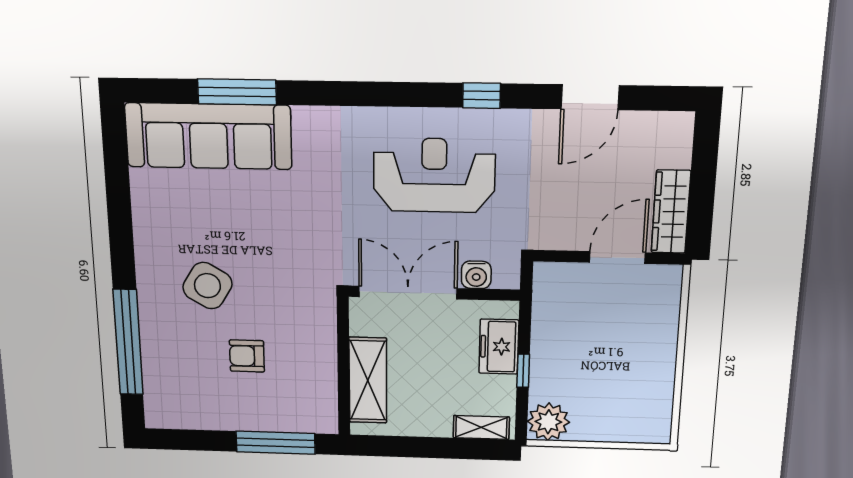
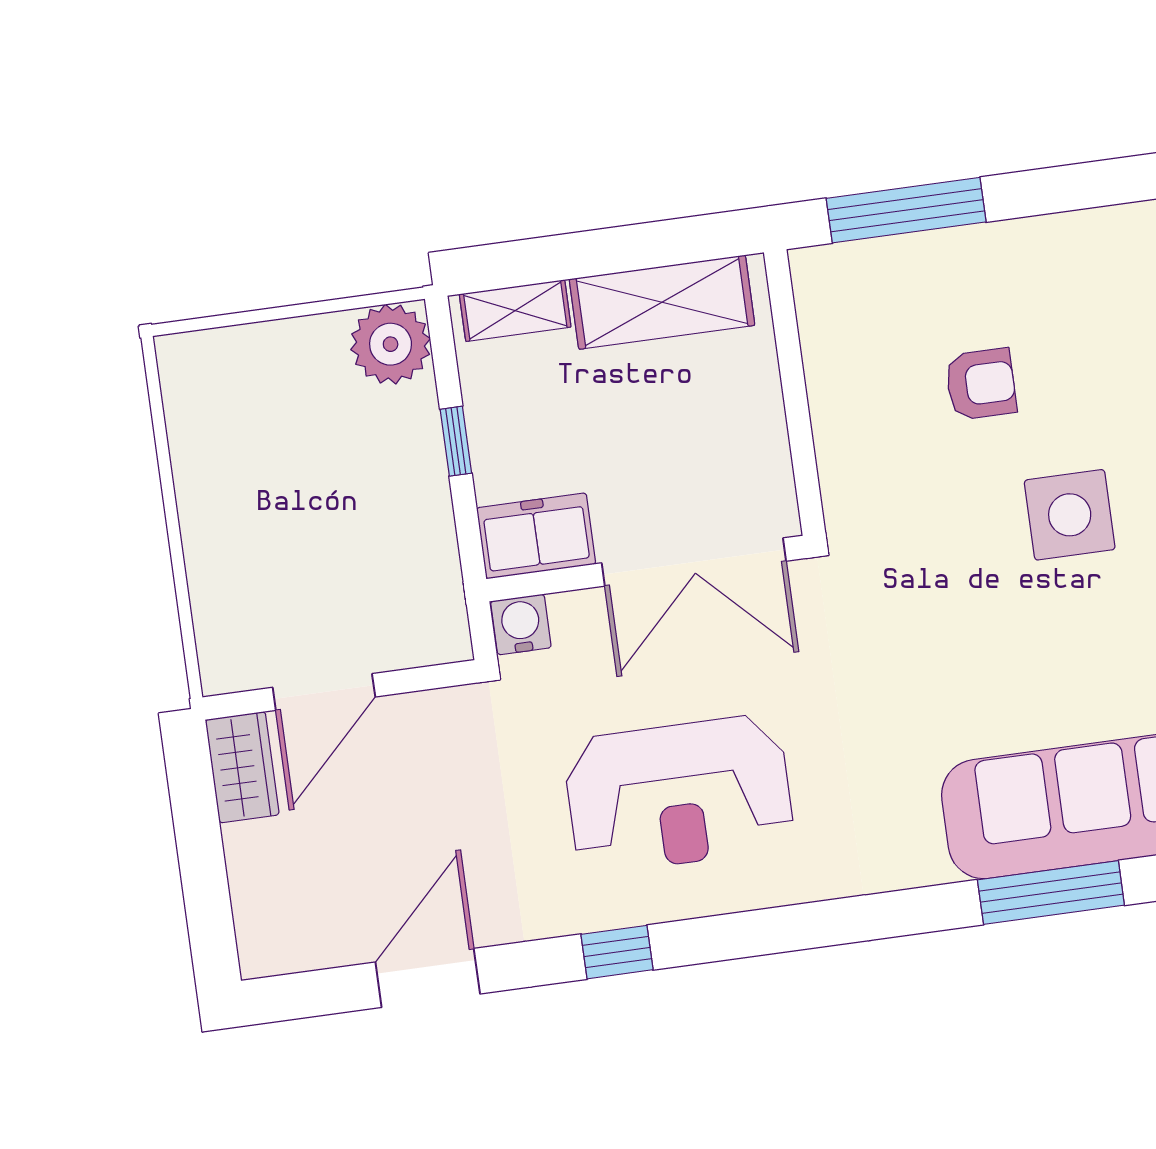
wardrobe: (671, 212) -> (242, 767), width x0.67
water cooler: (476, 275) -> (521, 624), moved
side table: (207, 286) -> (1070, 515), turned -31
freezer: (499, 347) -> (536, 536), moved, turned -90
shelving: (368, 380) -> (662, 302), moved, turned 90

